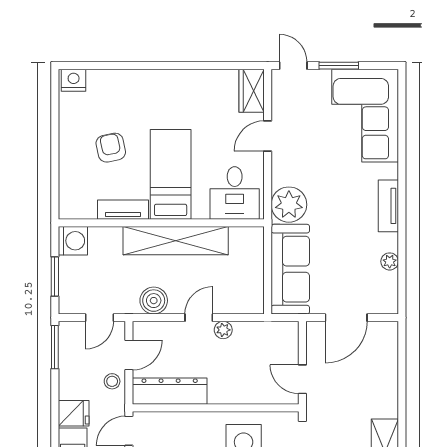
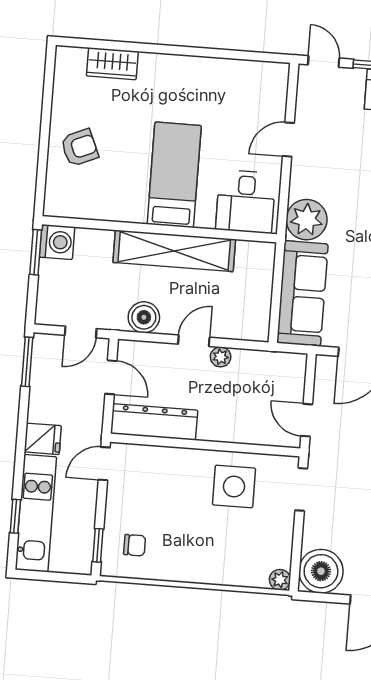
nightstand: (74, 80) -> (72, 59), removed
wardrobe: (252, 91) -> (112, 64), moved, turned -90
armchair: (111, 148) -> (79, 148), moved, turned 79
tv unit: (123, 210) -> (117, 211), removed
window: (55, 276) -> (36, 252), moved
door: (129, 355) -> (111, 377), hinge flipped
stool: (112, 381) -> (89, 406), removed

